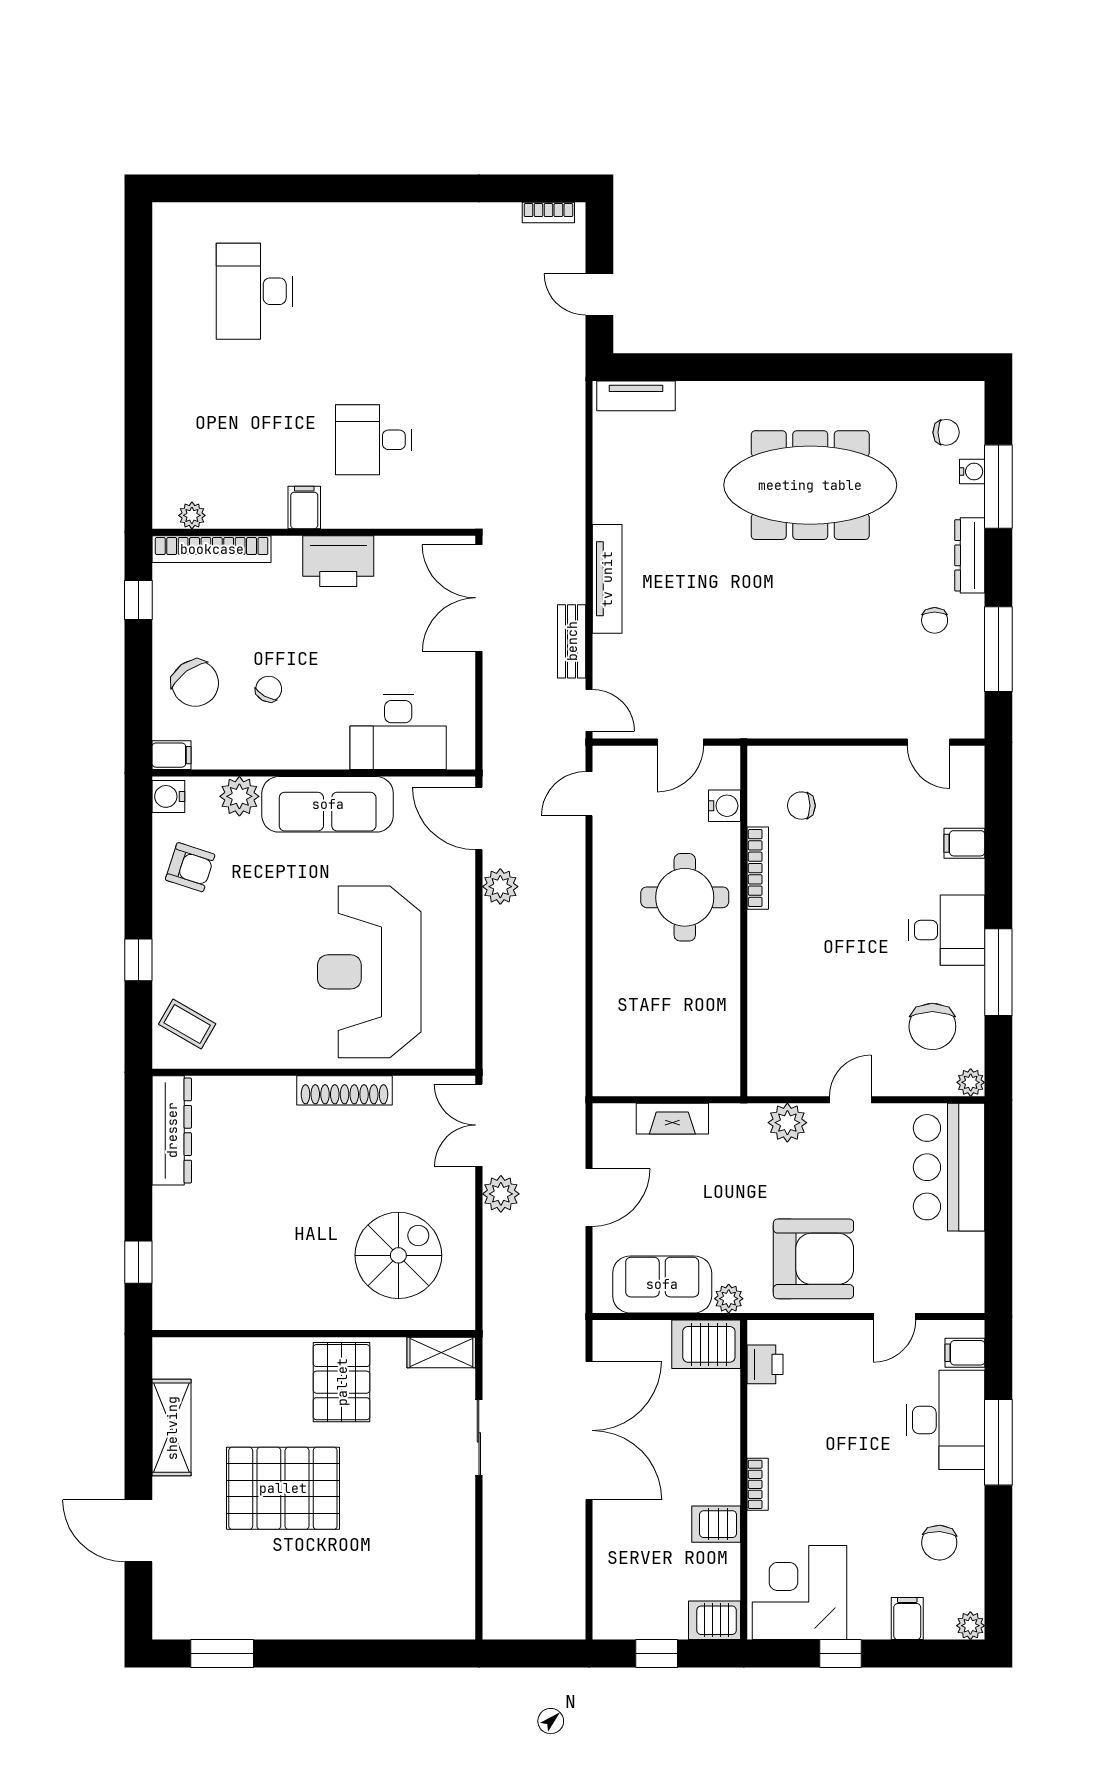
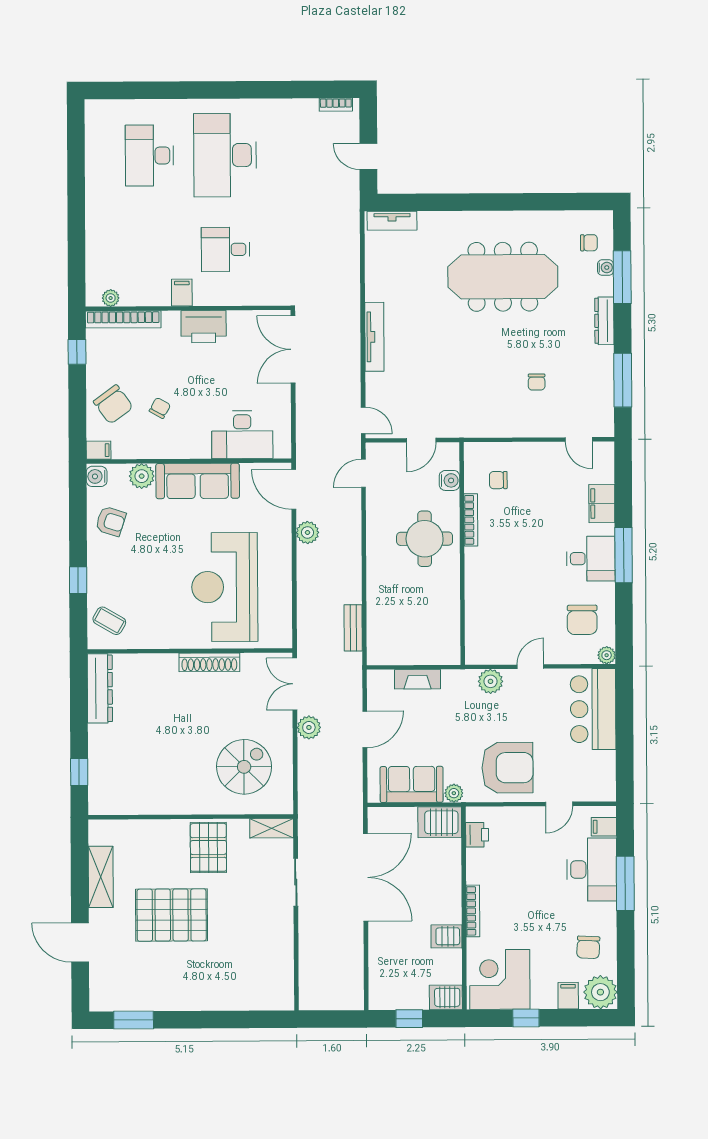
desk: (373, 291) -> (225, 155), added
chair: (935, 620) -> (537, 382), moved
bench: (572, 641) -> (353, 628), moved
filing cabinet: (964, 843) -> (602, 503), width x2.00
window: (998, 972) -> (624, 555), moved
bookcase: (758, 1484) -> (473, 911), width x1.56
plant: (970, 1626) -> (600, 992), width x1.87, depth x1.87

